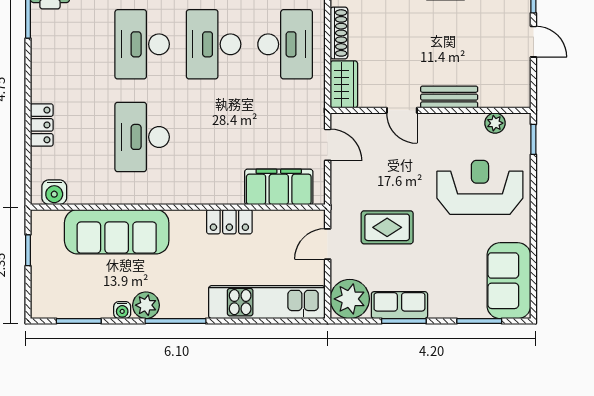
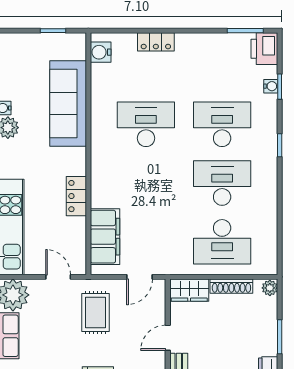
rug: (387, 227) -> (96, 313), moved

